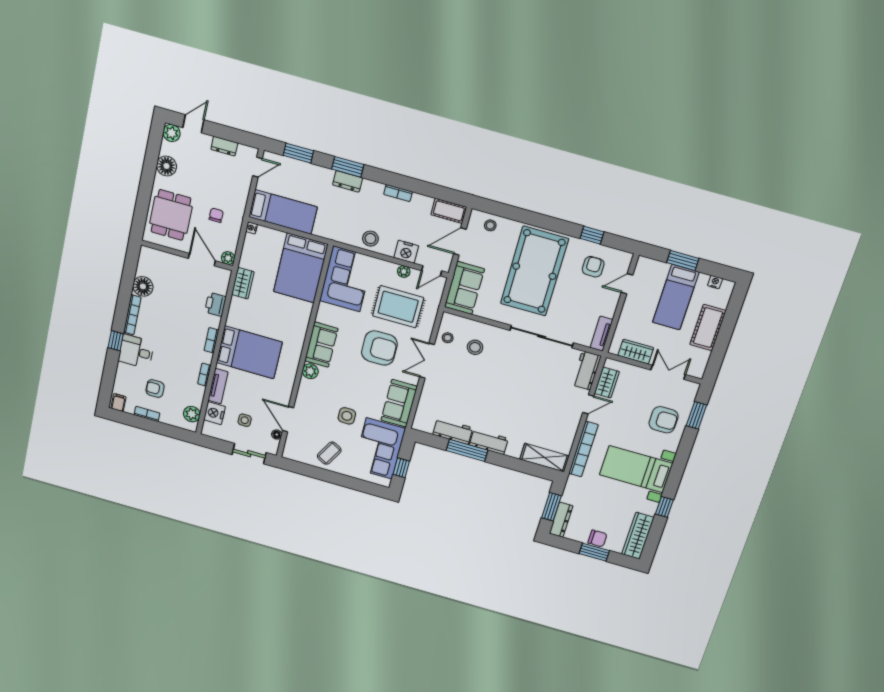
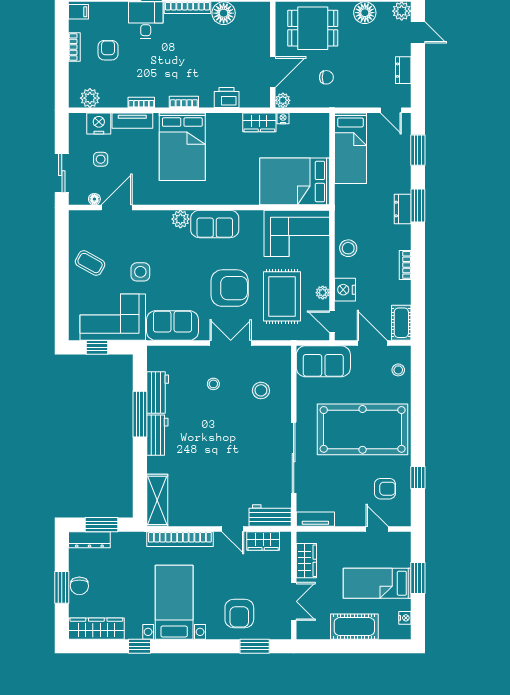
nightstand: (251, 228) -> (283, 118), moved
stool: (448, 338) -> (213, 384), moved
armchair: (379, 348) -> (230, 288), turned -90

